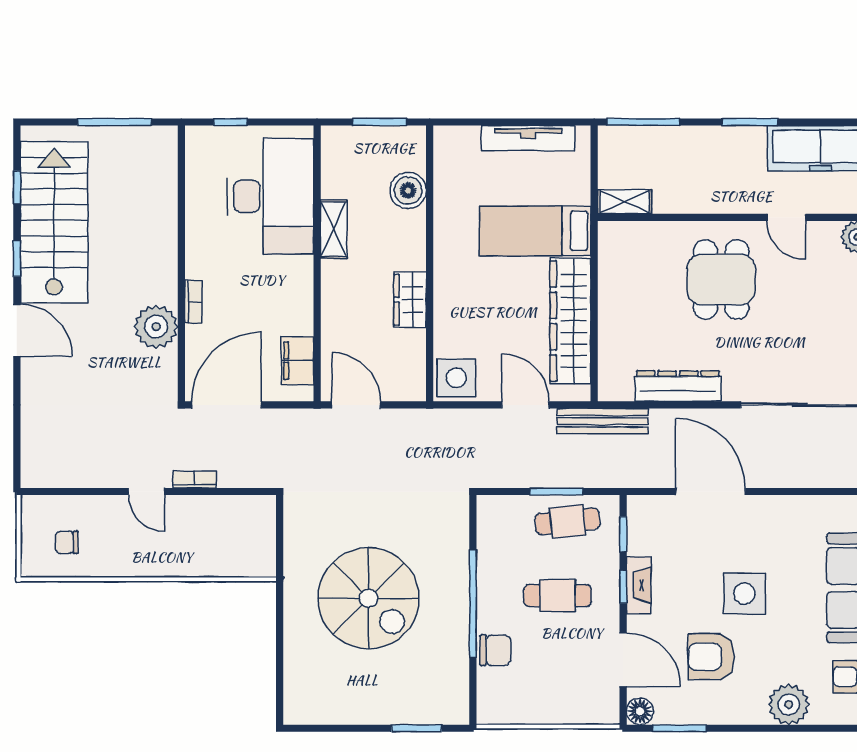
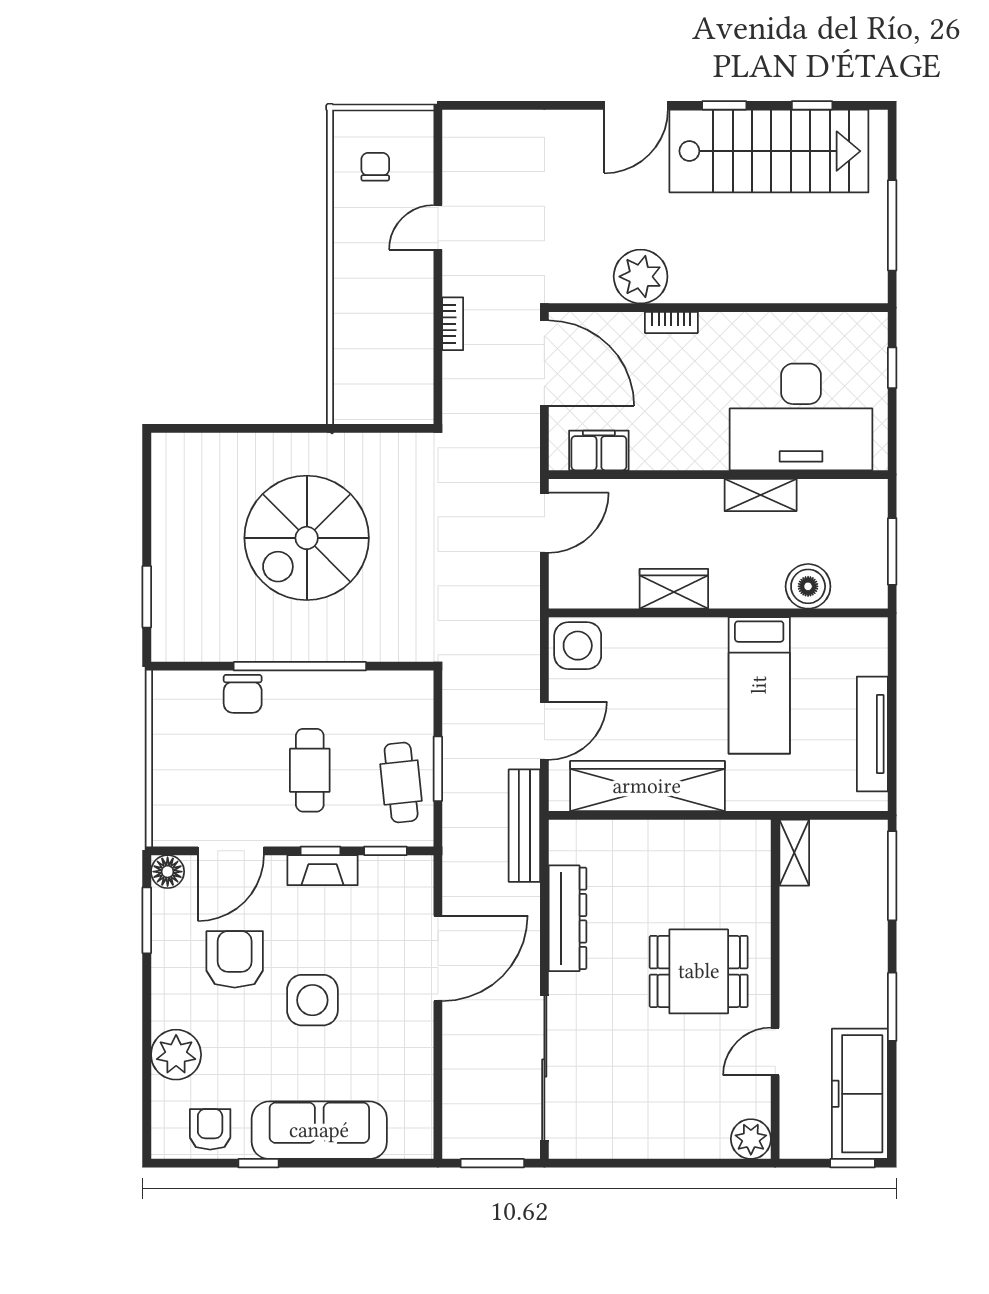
bed: (535, 231) -> (759, 685), moved, turned 180
door: (146, 492) -> (438, 227), moved

